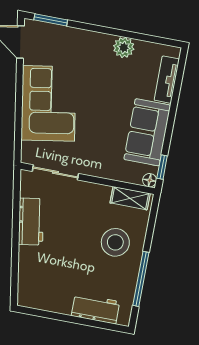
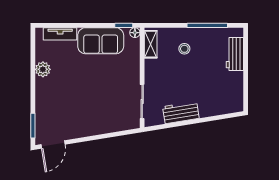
corner sofa: (49, 103) -> (93, 116), removed
stool: (115, 242) -> (184, 49), width x0.53, depth x0.53

